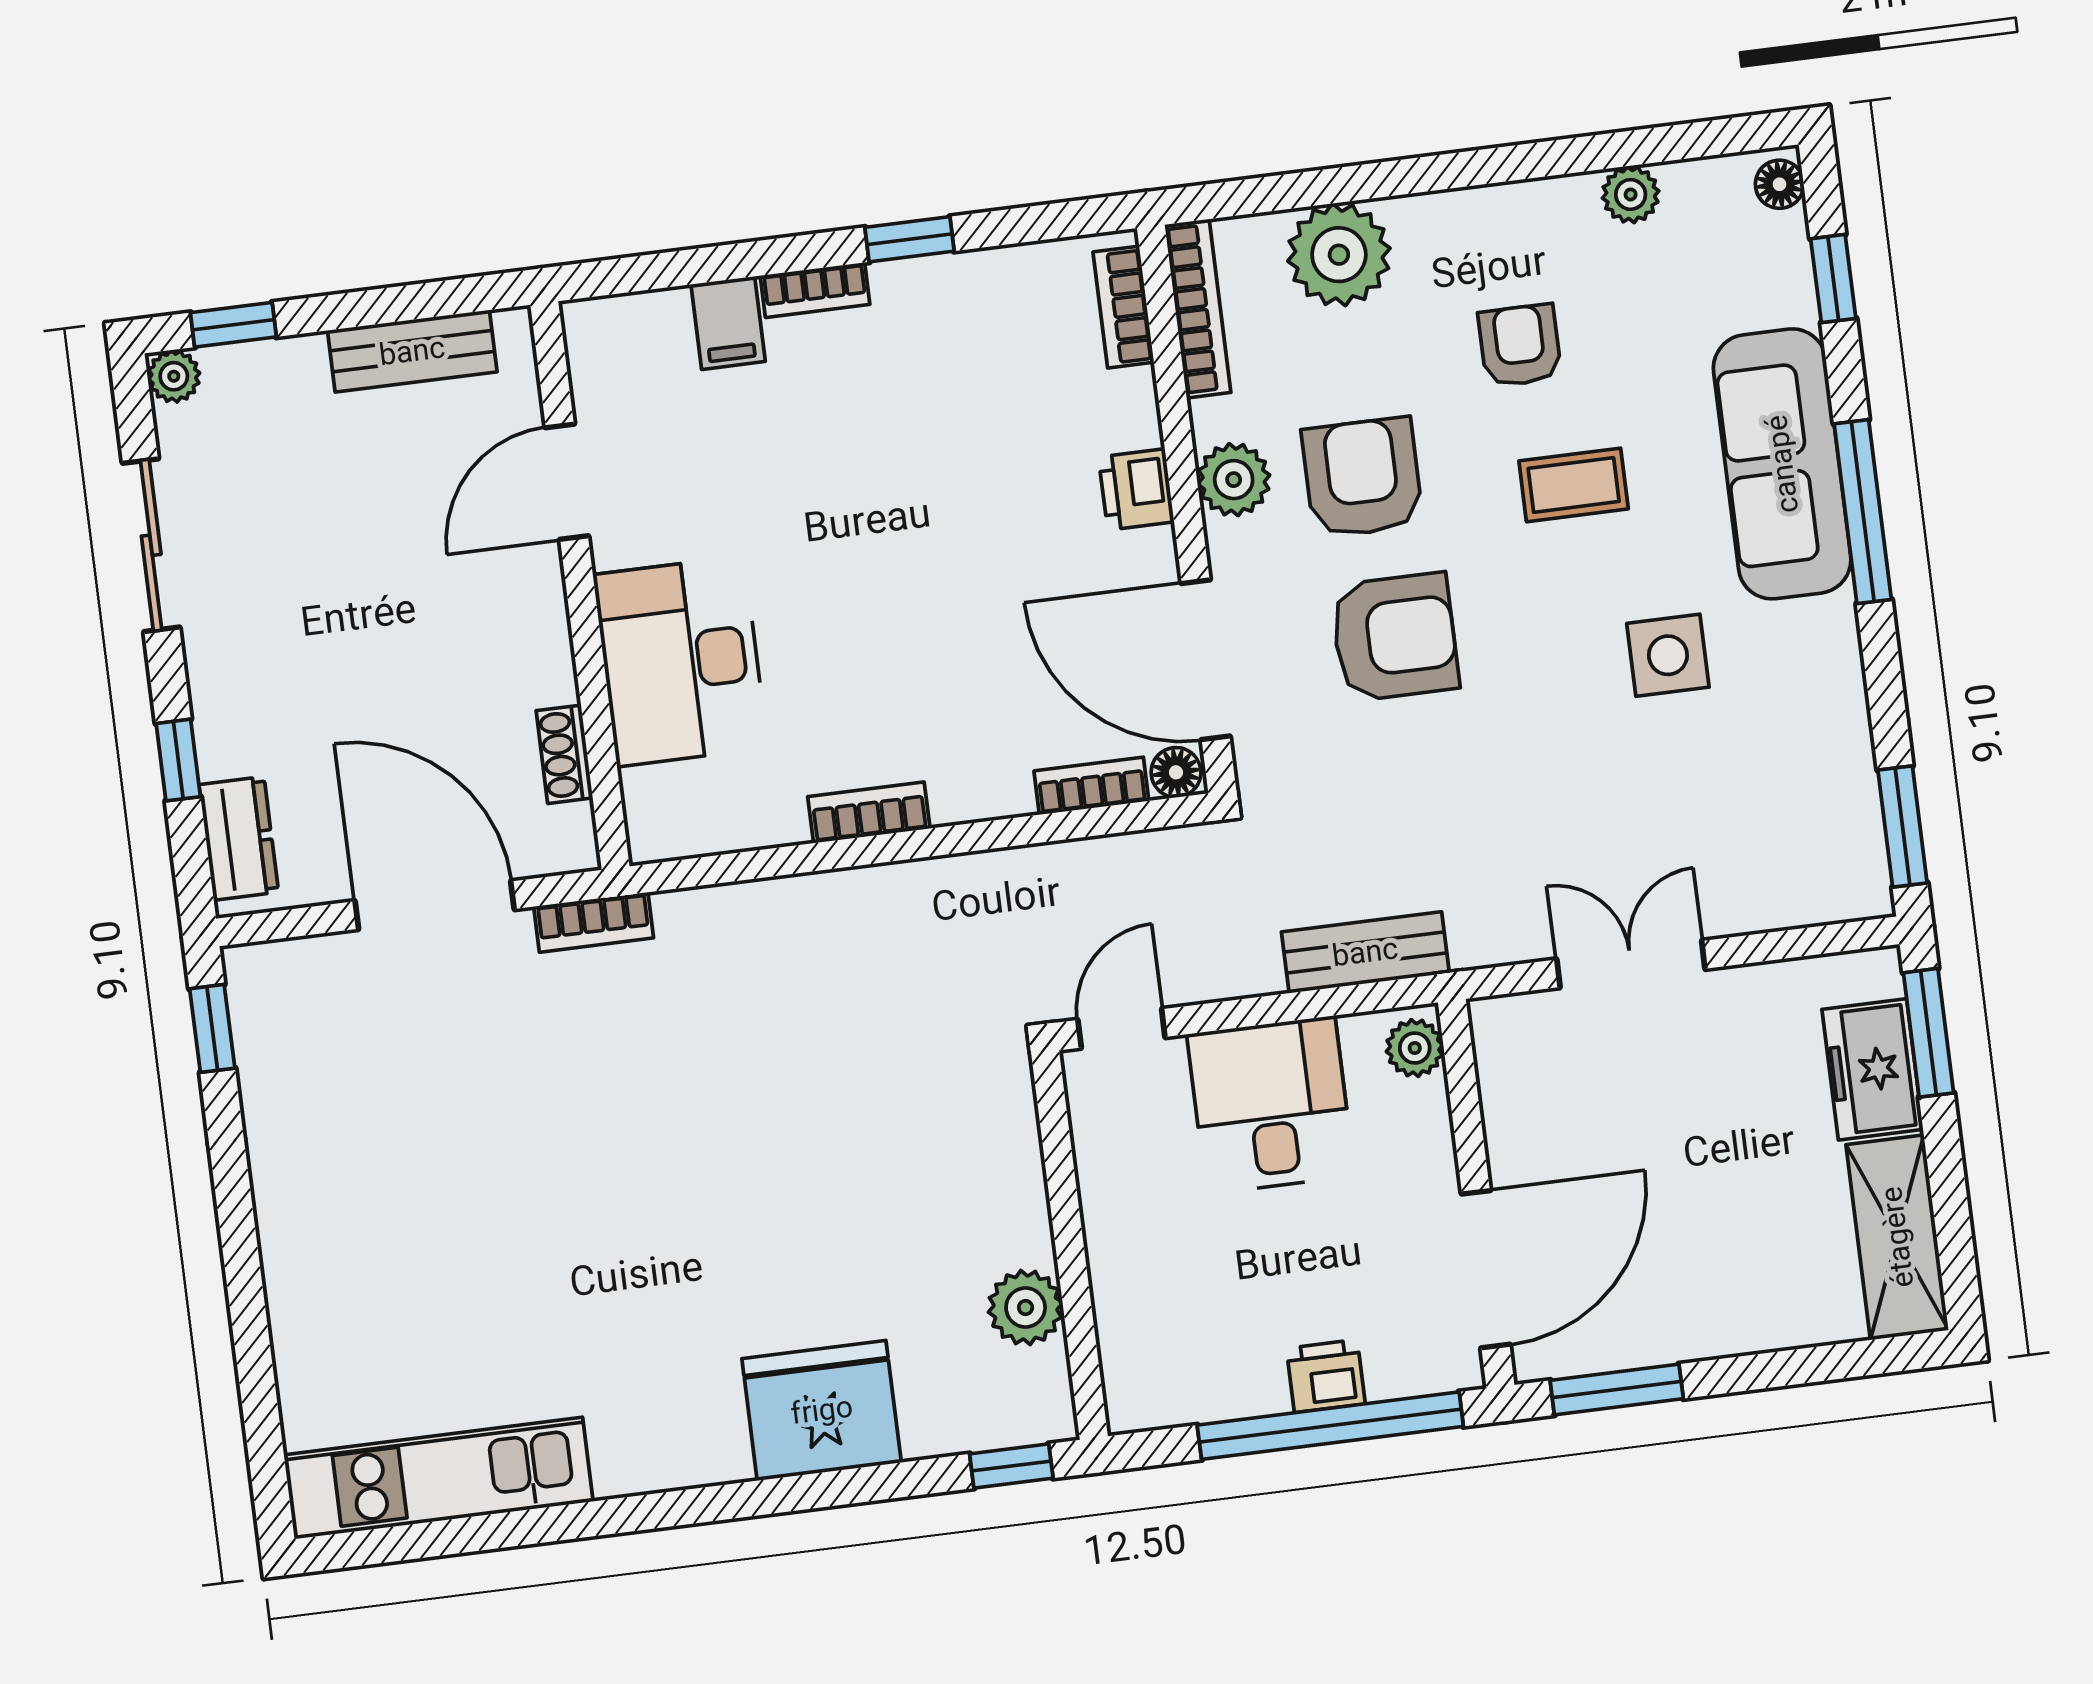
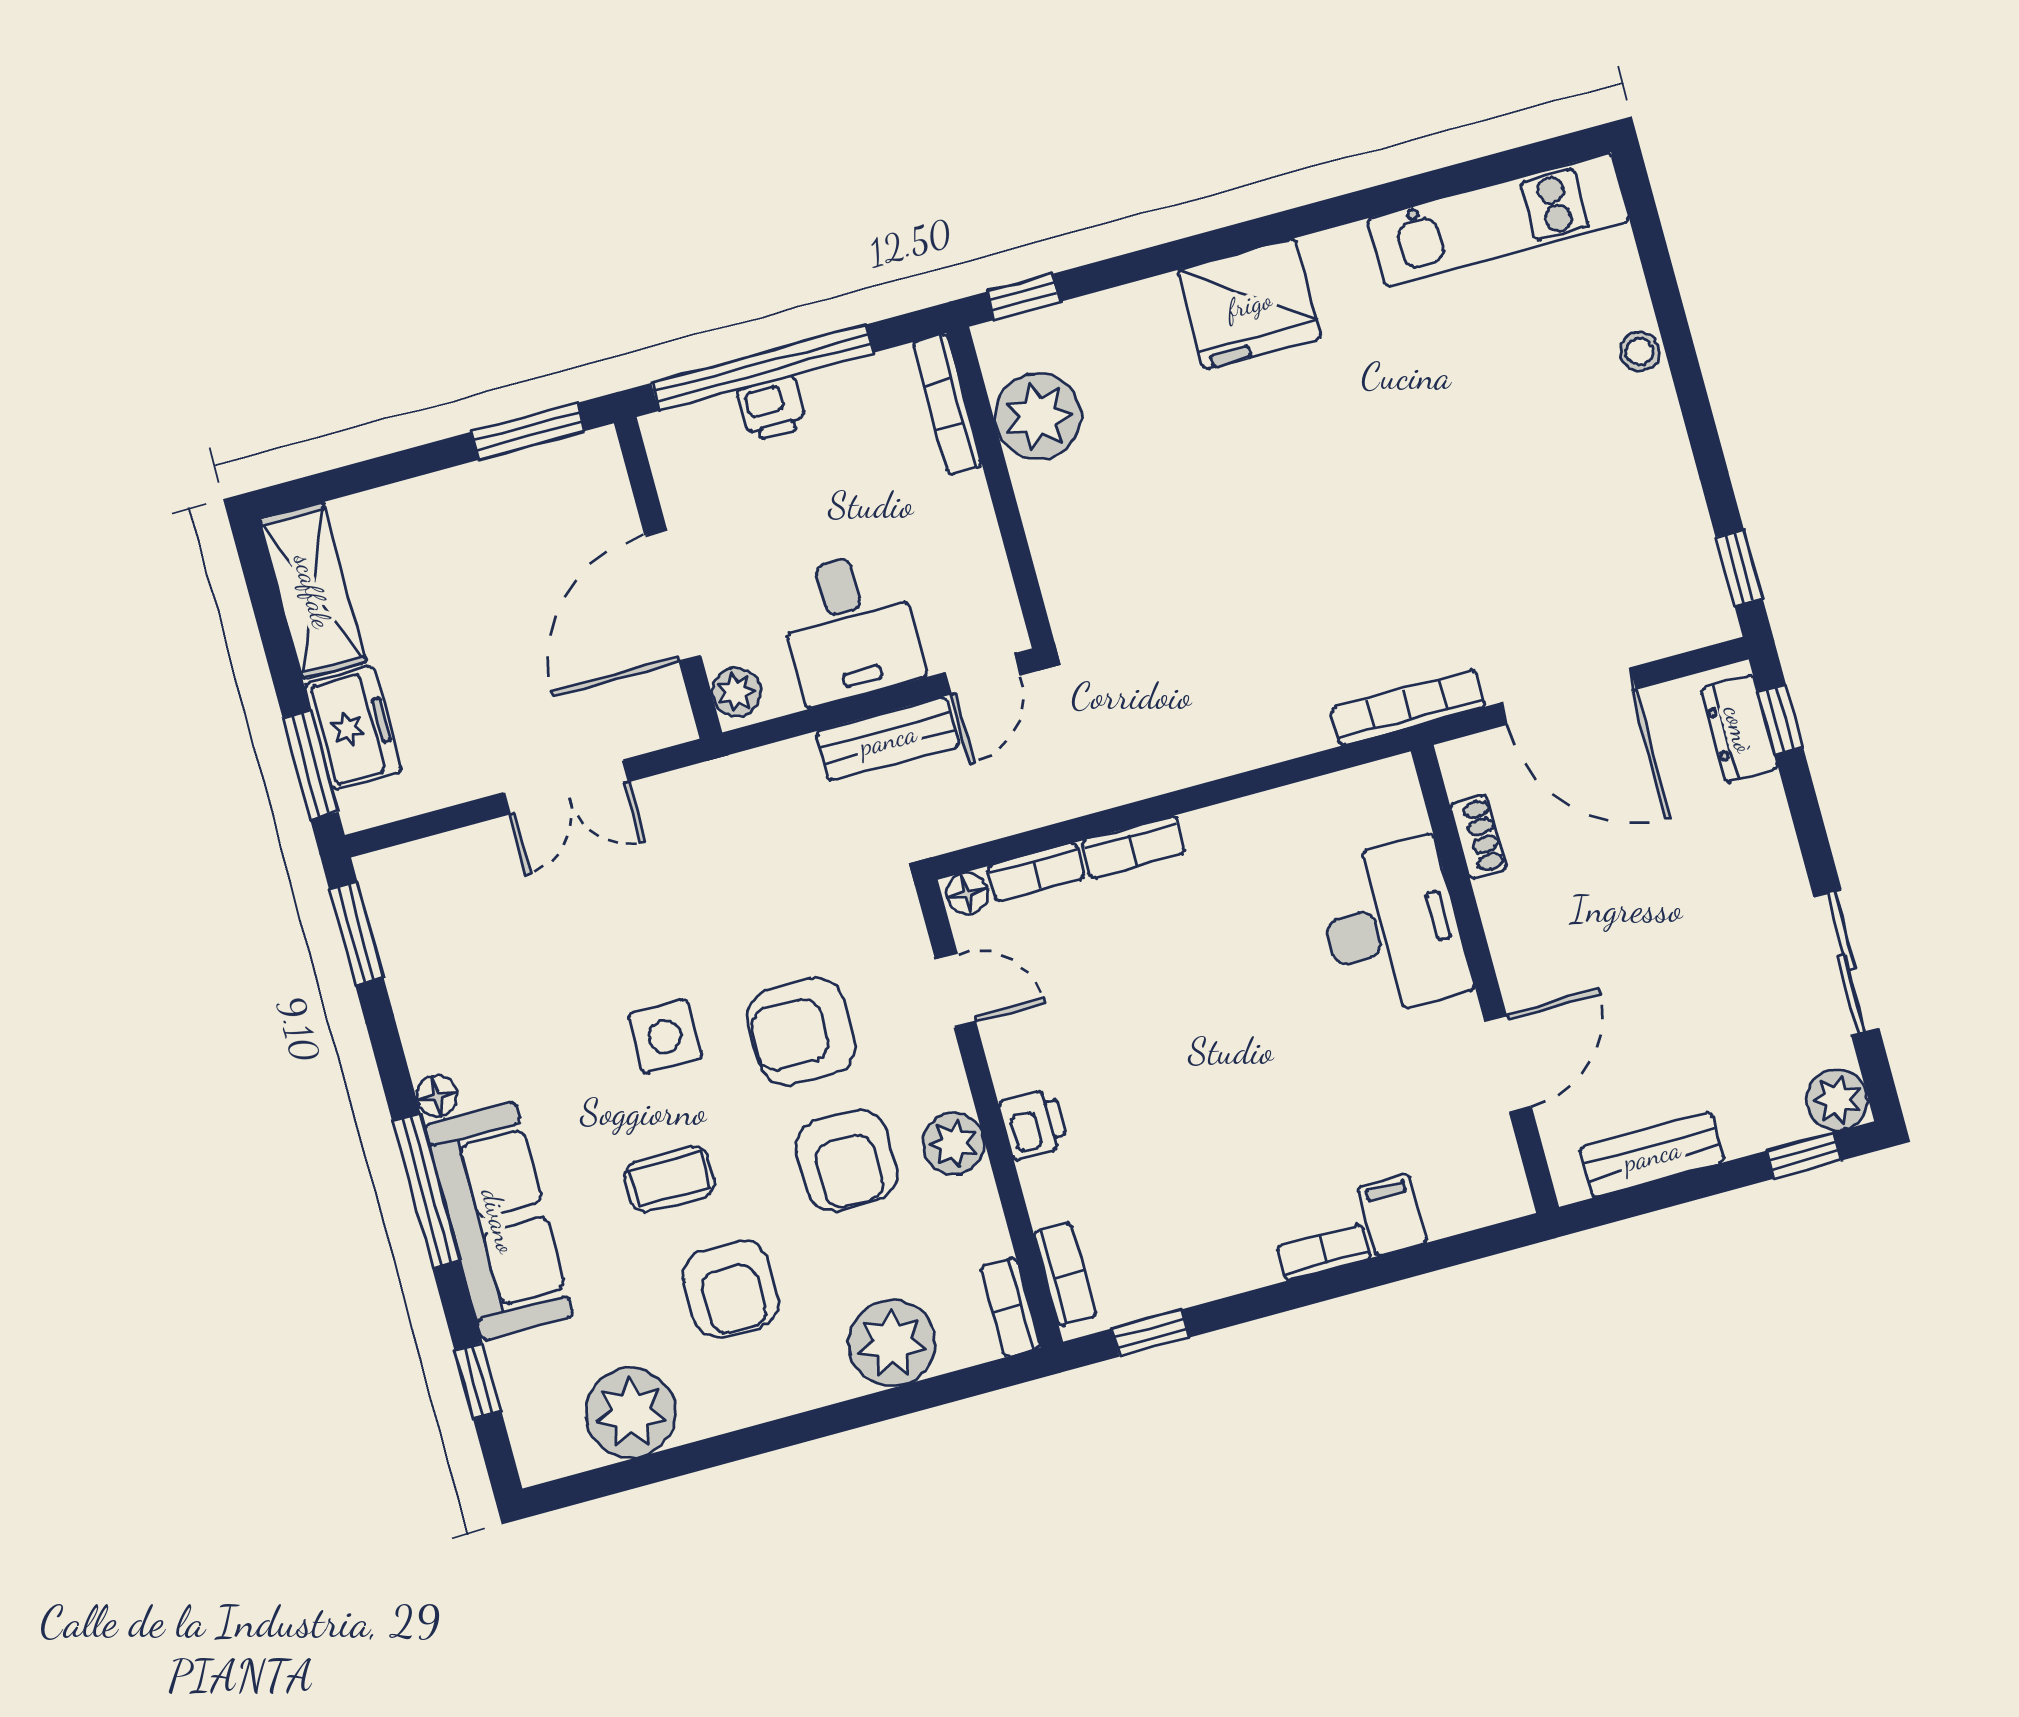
floor lamp: (1779, 184) -> (437, 1096), moved
plant: (1631, 194) -> (631, 1413), width x1.88, depth x1.88
window: (909, 239) -> (1151, 1333), moved
bookcase: (1198, 309) -> (1010, 1307), width x0.64
armchair: (1520, 345) -> (731, 1289), width x1.38, depth x1.38
plant: (174, 376) -> (1837, 1100), width x1.38, depth x1.38
side table: (1668, 655) -> (665, 1036), moved
door: (1206, 660) -> (956, 991), width x0.53
window: (178, 760) -> (1780, 720), moved
bookcase: (869, 813) -> (1133, 847), moved
bookcase: (594, 922) -> (1408, 708), width x1.56
bench: (1365, 952) -> (888, 739), moved
door: (1486, 1269) -> (673, 596), moved
stool: (294, 1299) -> (1640, 352), added
plant: (1026, 1307) -> (1038, 416), width x1.36, depth x1.36
bookcase: (1118, 1352) -> (947, 404), added
fridge: (822, 1410) -> (1249, 304), moved

